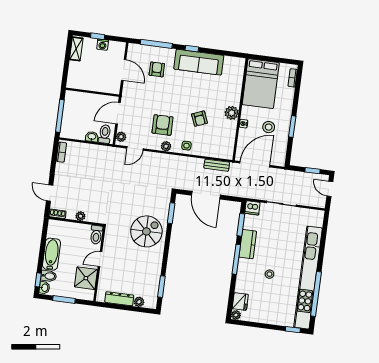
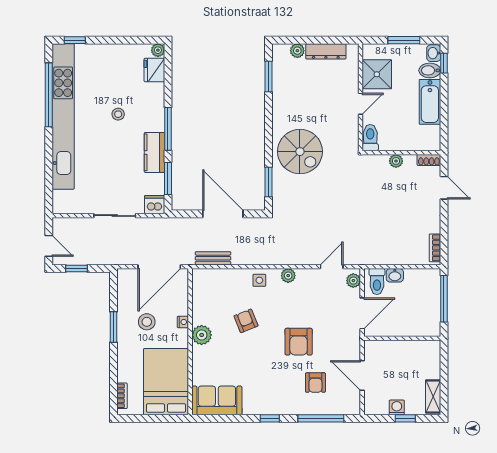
sofa: (199, 62) -> (217, 400), moved, width x0.73
armchair: (163, 125) -> (299, 342), moved
spiral stairs: (146, 231) -> (300, 152), turned -90

